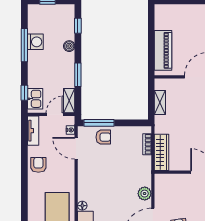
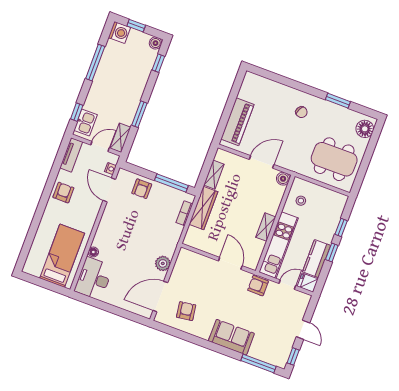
washing machine: (35, 42) -> (119, 32), moved
boiler: (69, 46) -> (156, 43), moved
window: (99, 123) -> (171, 183), moved
armchair: (103, 137) -> (142, 189), turned 90
wardrobe: (161, 152) -> (203, 208), moved

